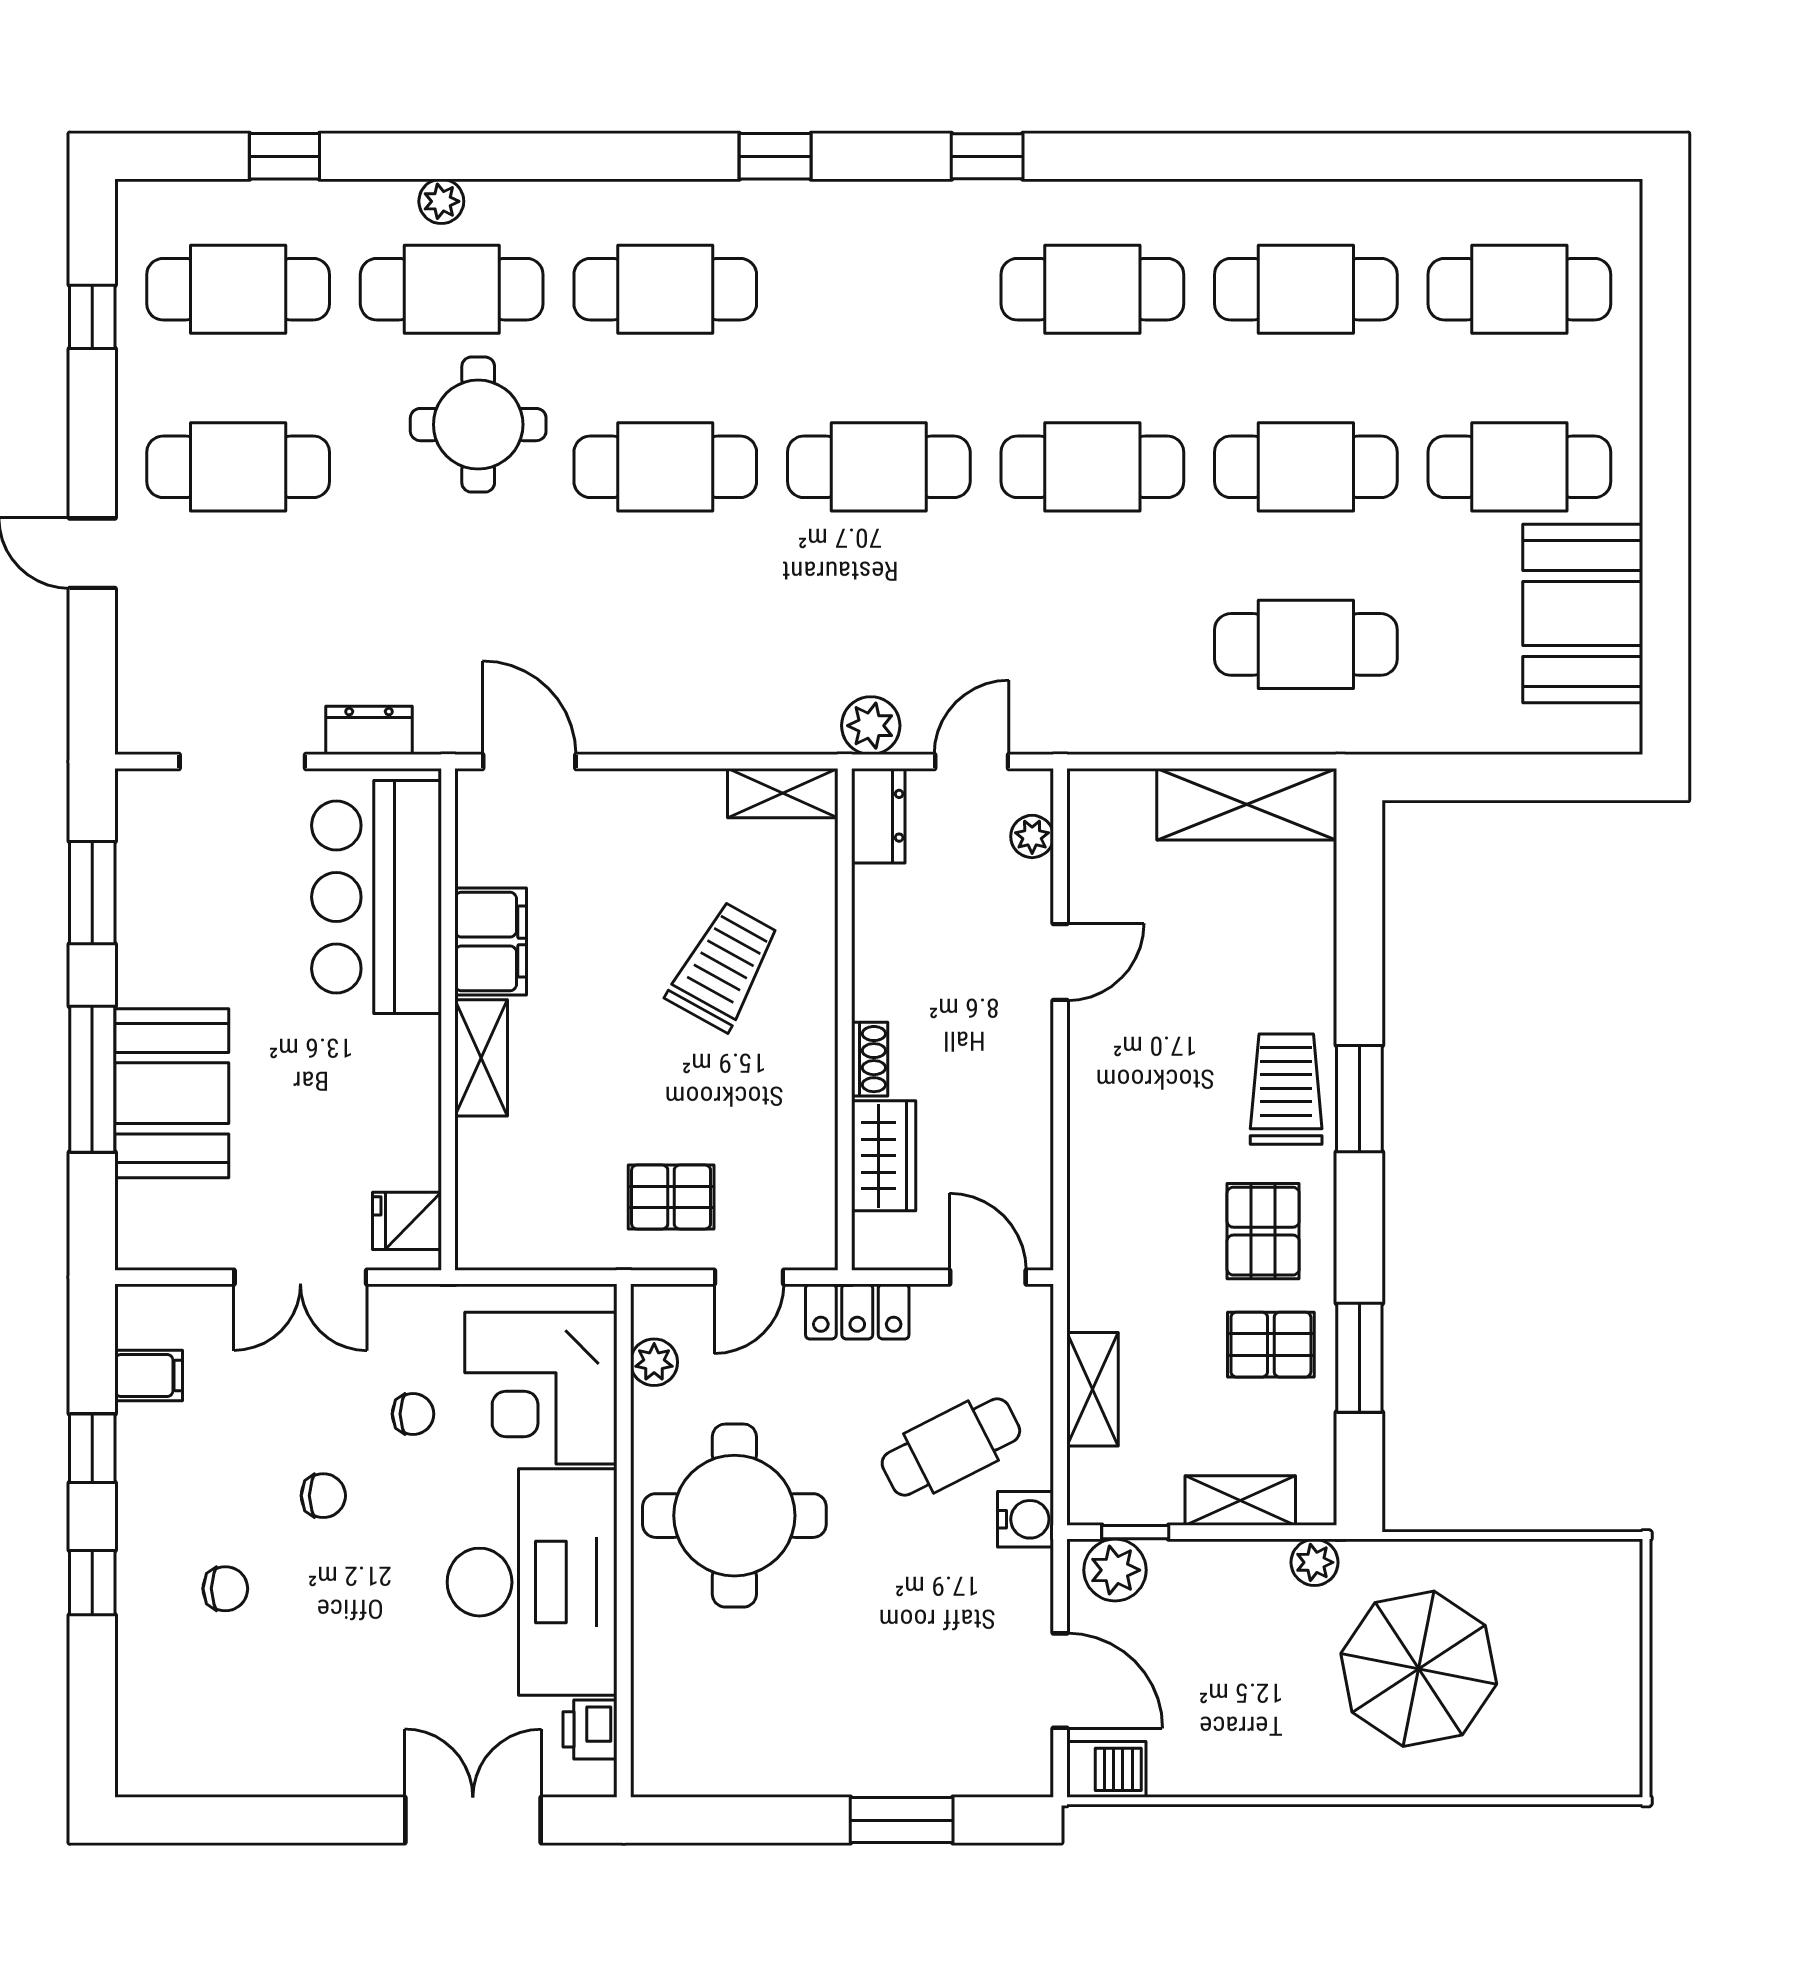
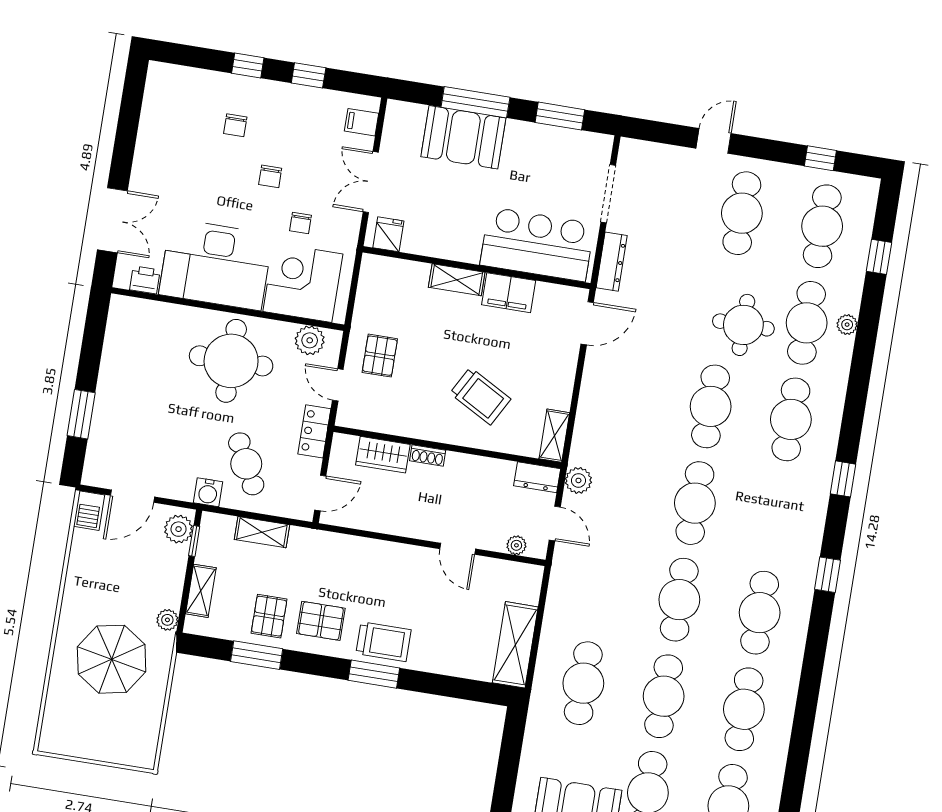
dresser: (369, 730) -> (612, 262), width x1.44
plant: (654, 1362) -> (310, 340), width x1.38, depth x1.38
filing cabinet: (149, 1375) -> (362, 122), moved, turned 90

